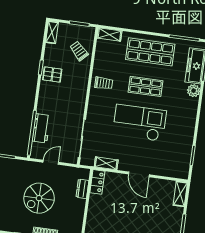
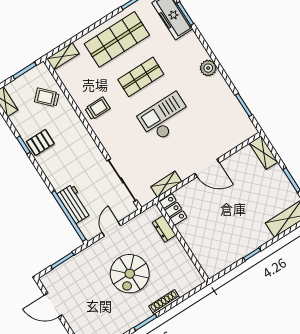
plant: (194, 91) -> (208, 68), moved
checkout: (139, 123) -> (165, 117), width x0.73, depth x0.83

